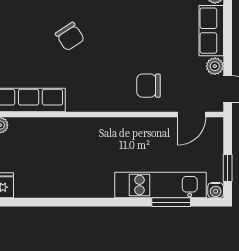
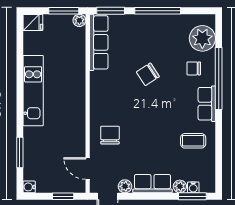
window: (228, 168) -> (63, 196), moved
kitchen unit: (160, 185) -> (33, 91), moved

